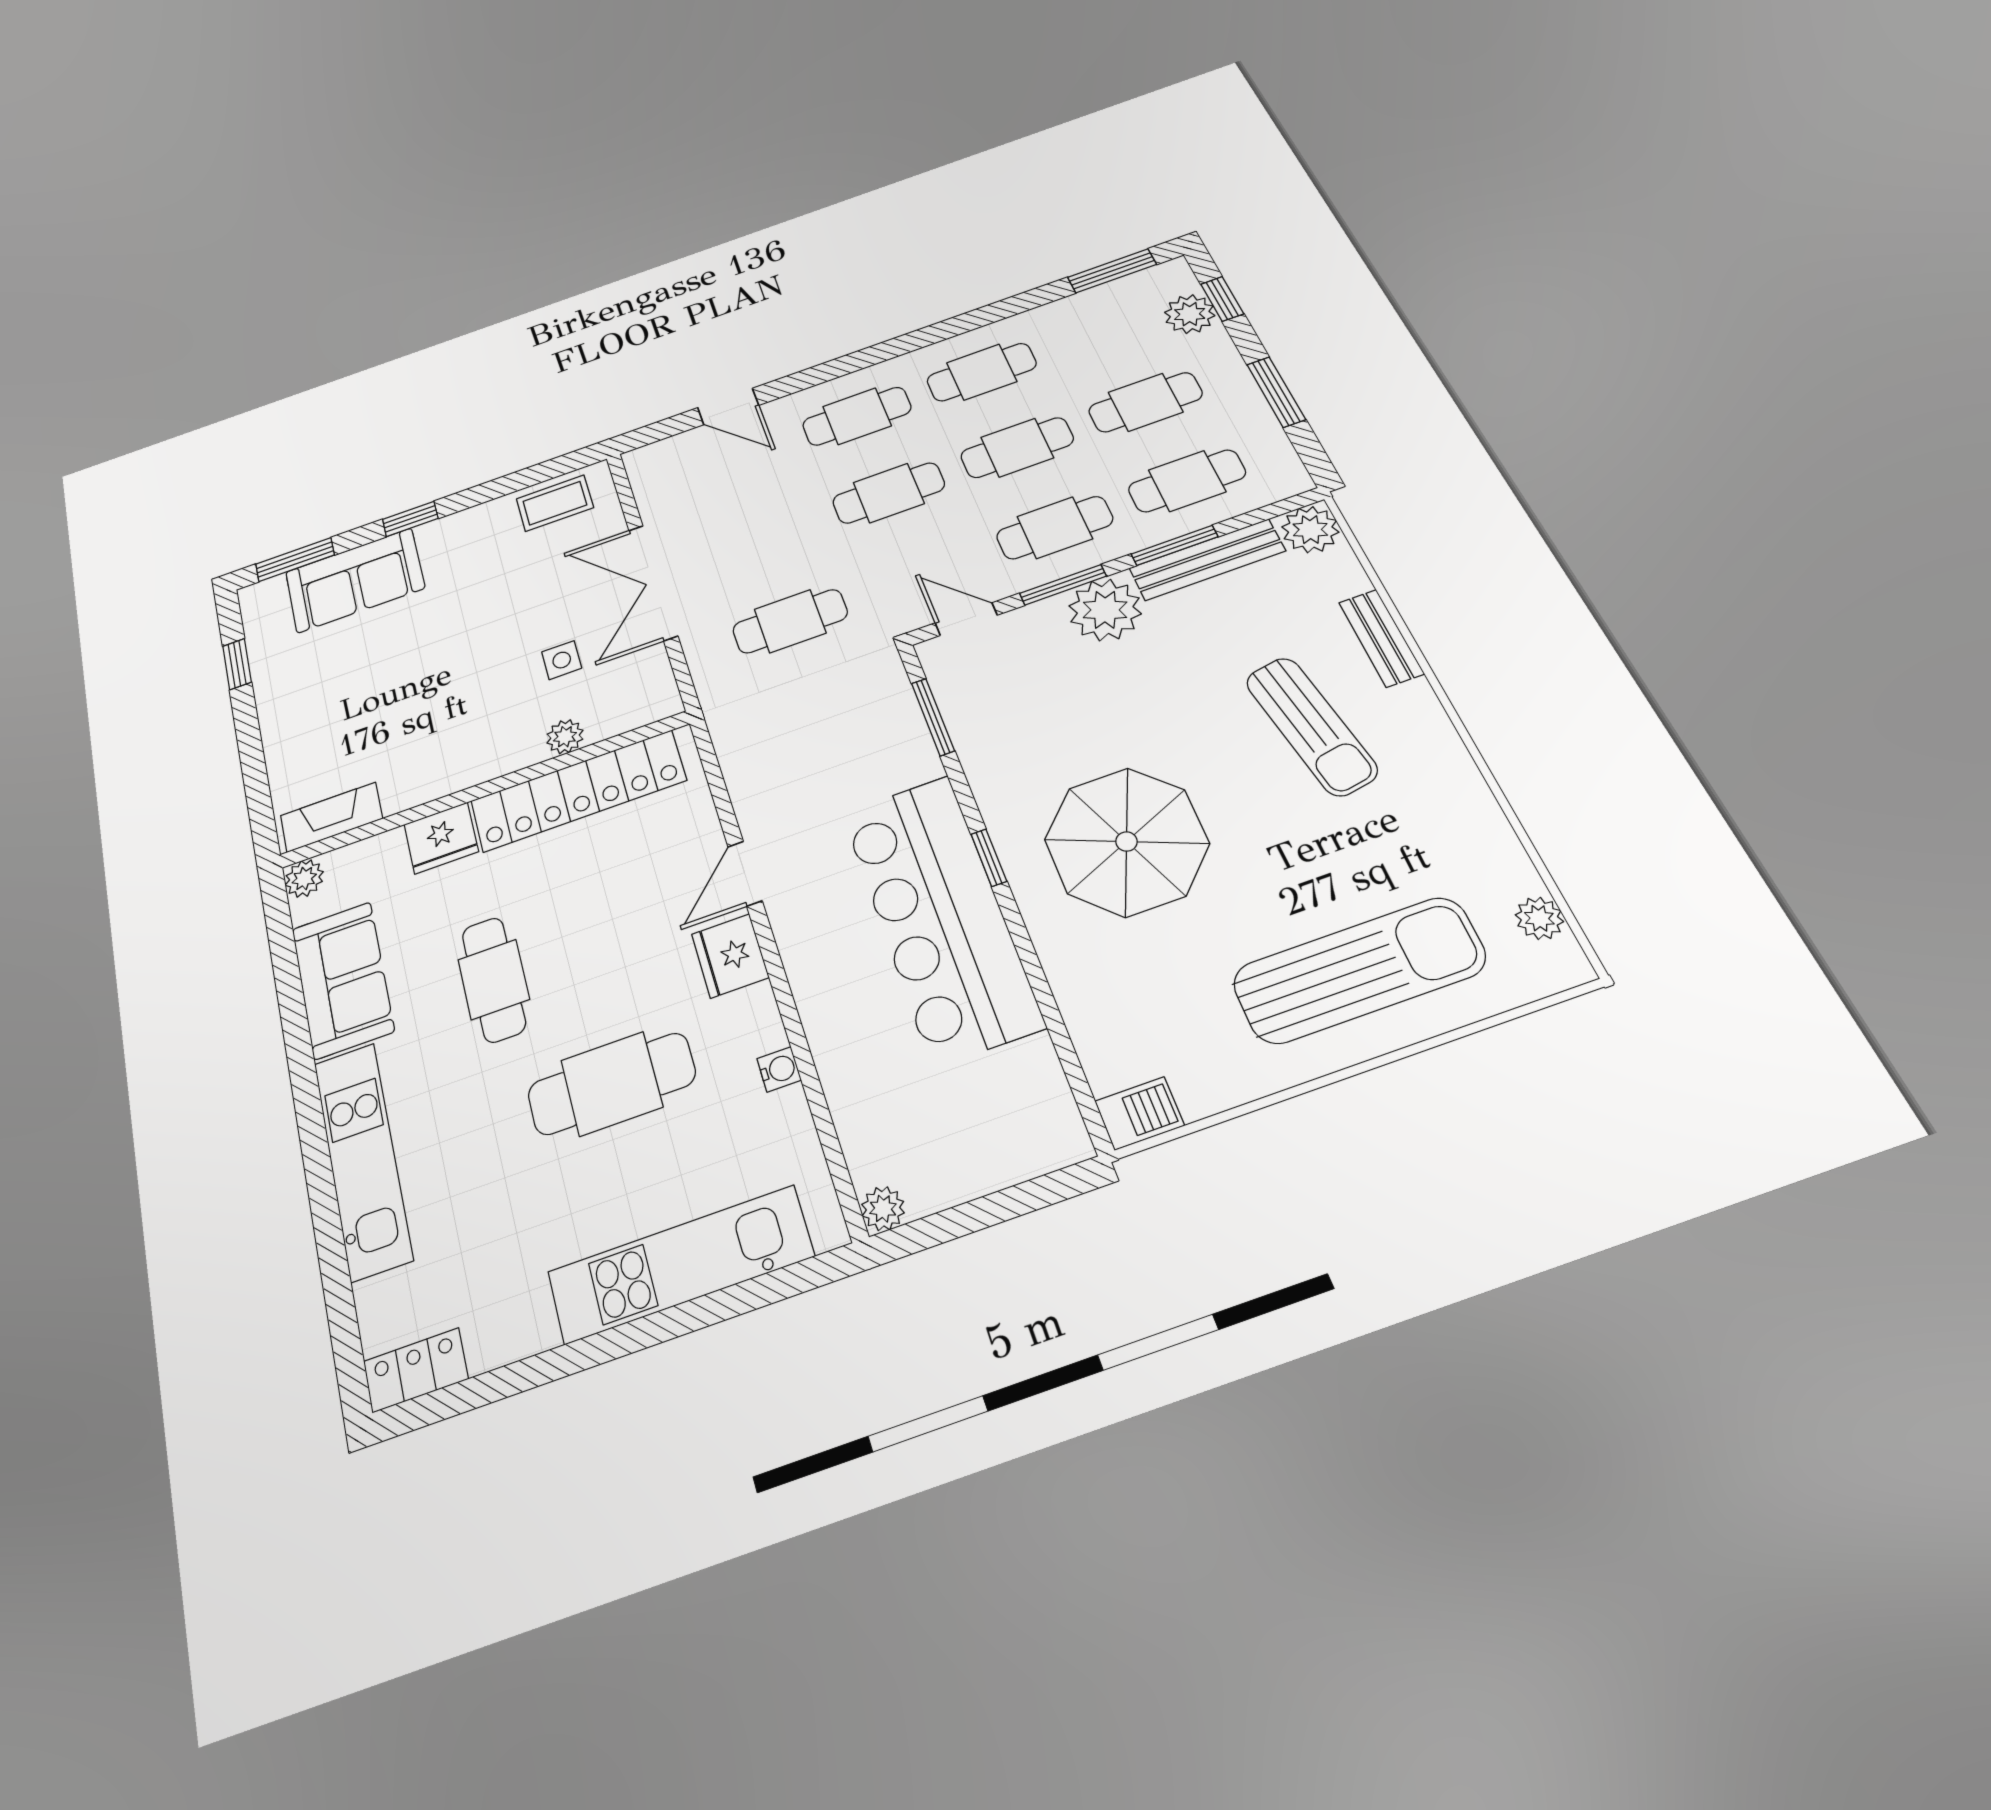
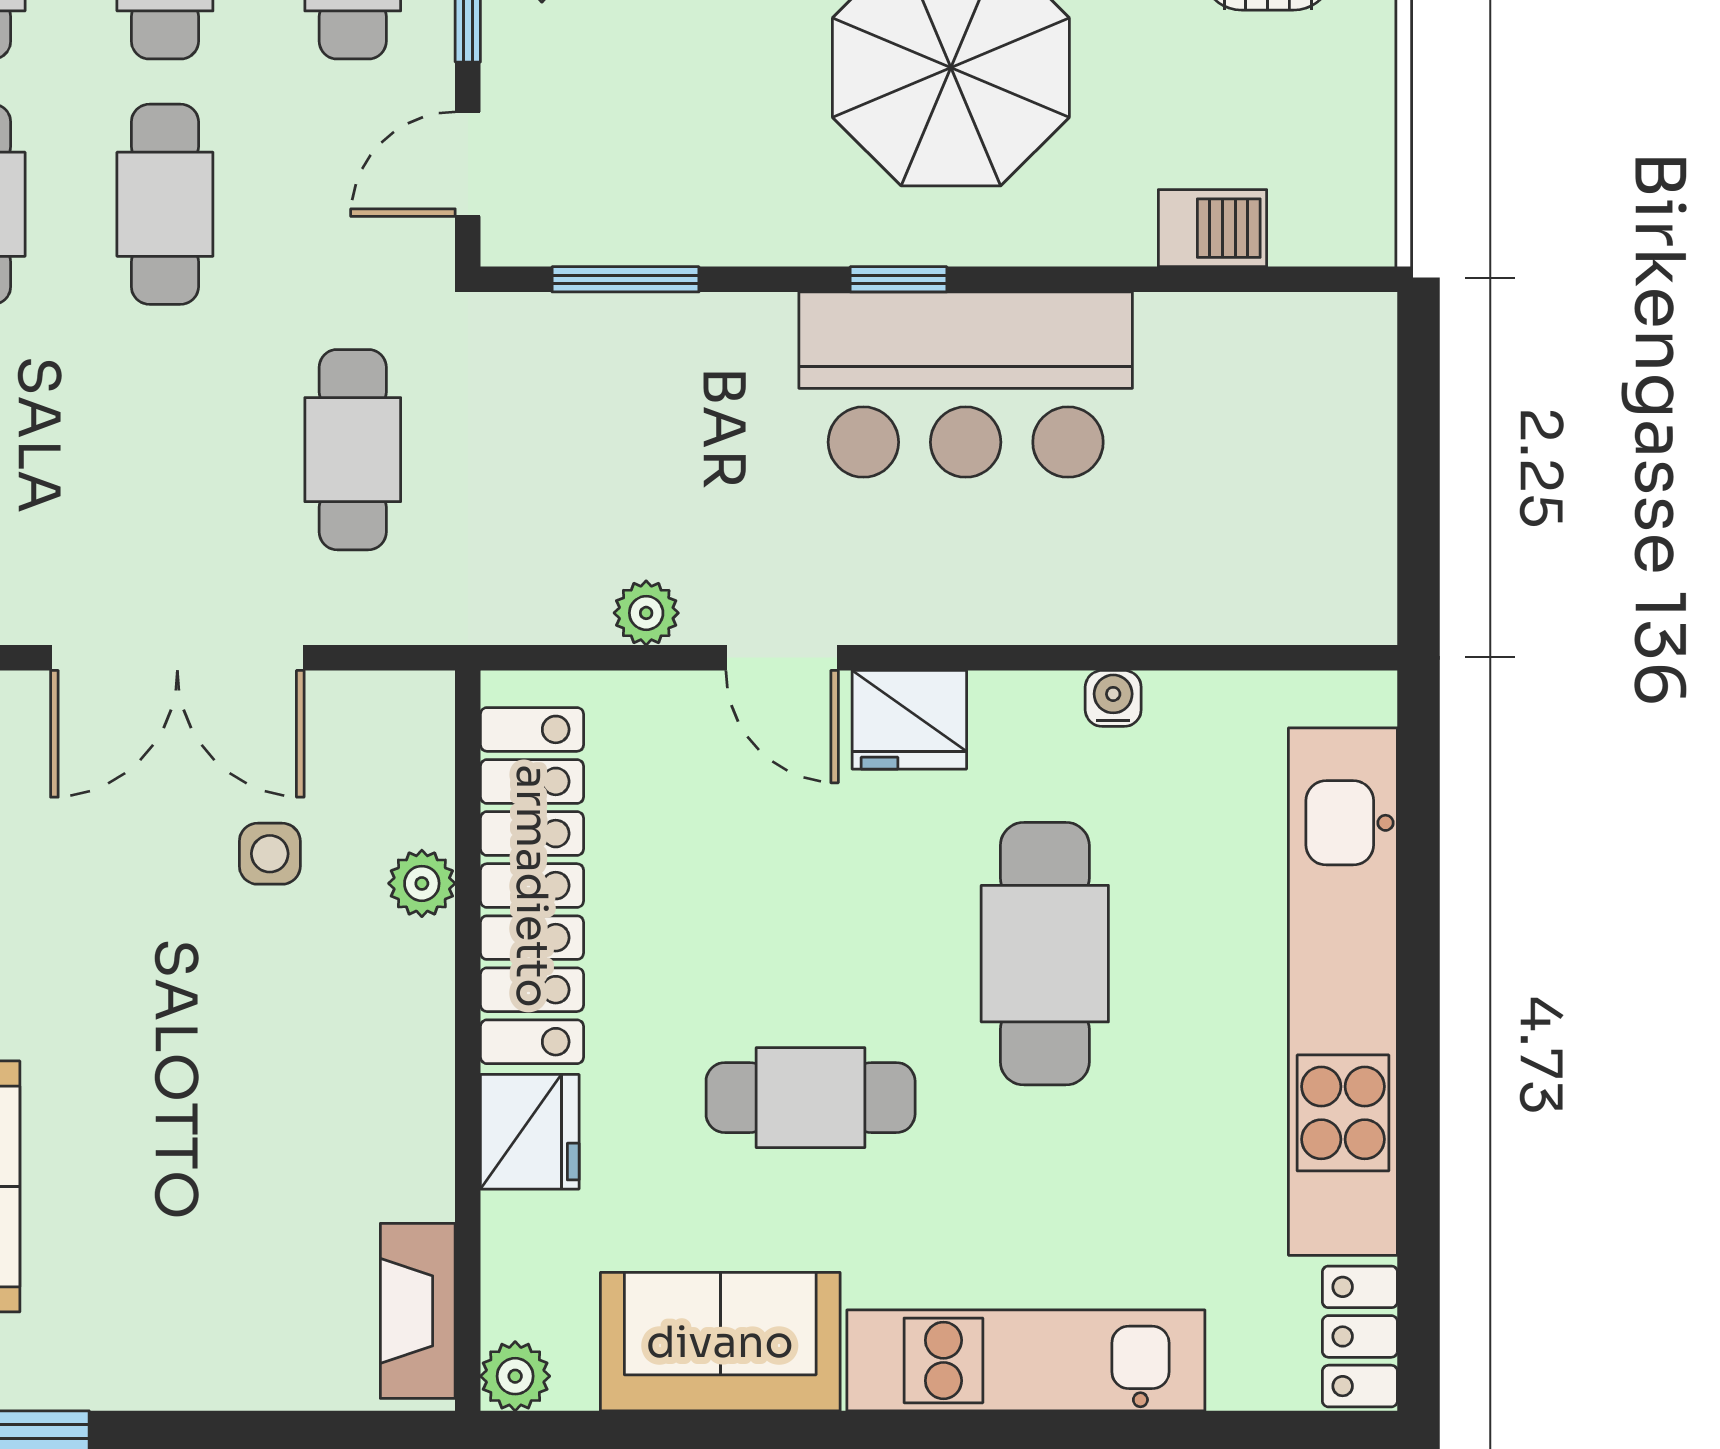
bar counter: (940, 917) -> (966, 385), width x0.73
barbecue: (1139, 1113) -> (1213, 228), moved, turned 90
plant: (883, 1209) -> (646, 613), moved
kitchen unit: (680, 1264) -> (1343, 992), width x1.36

